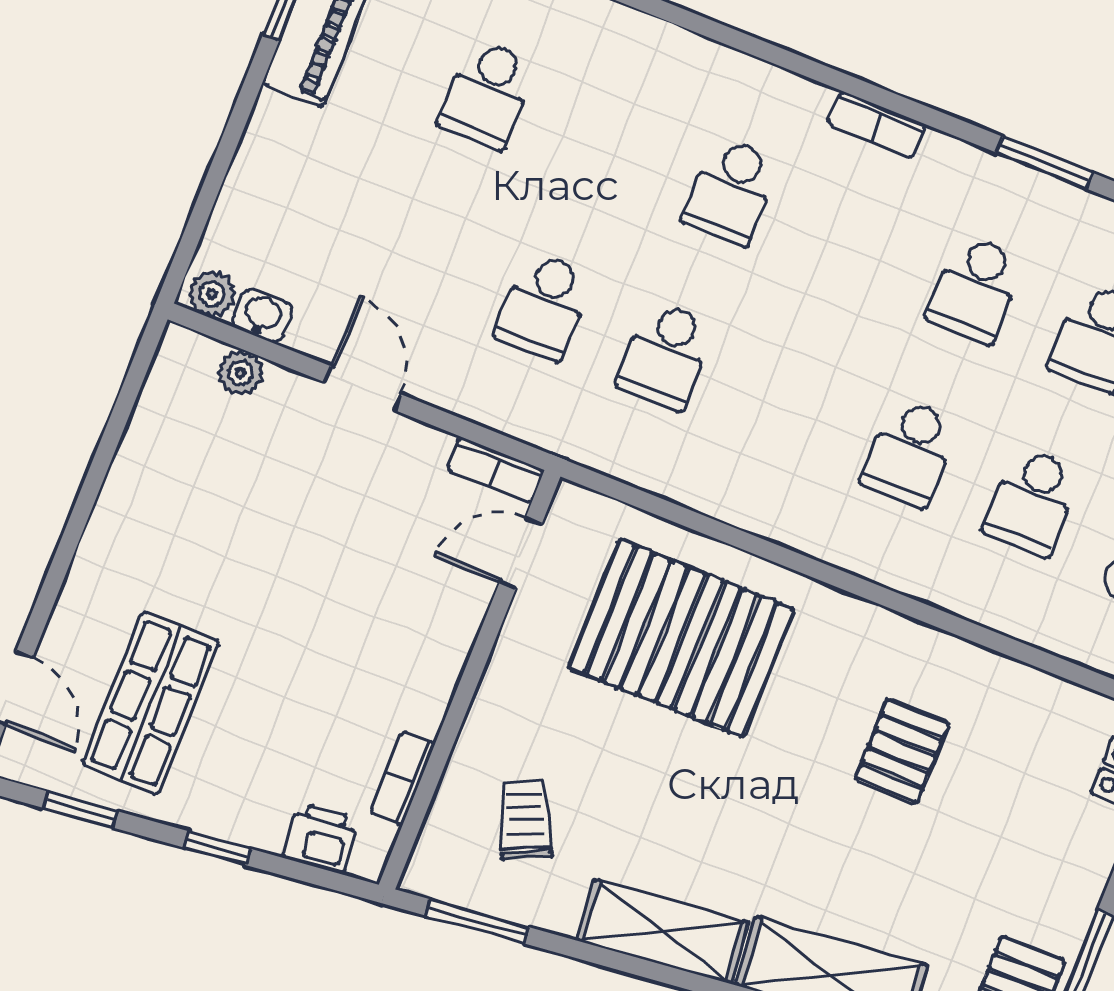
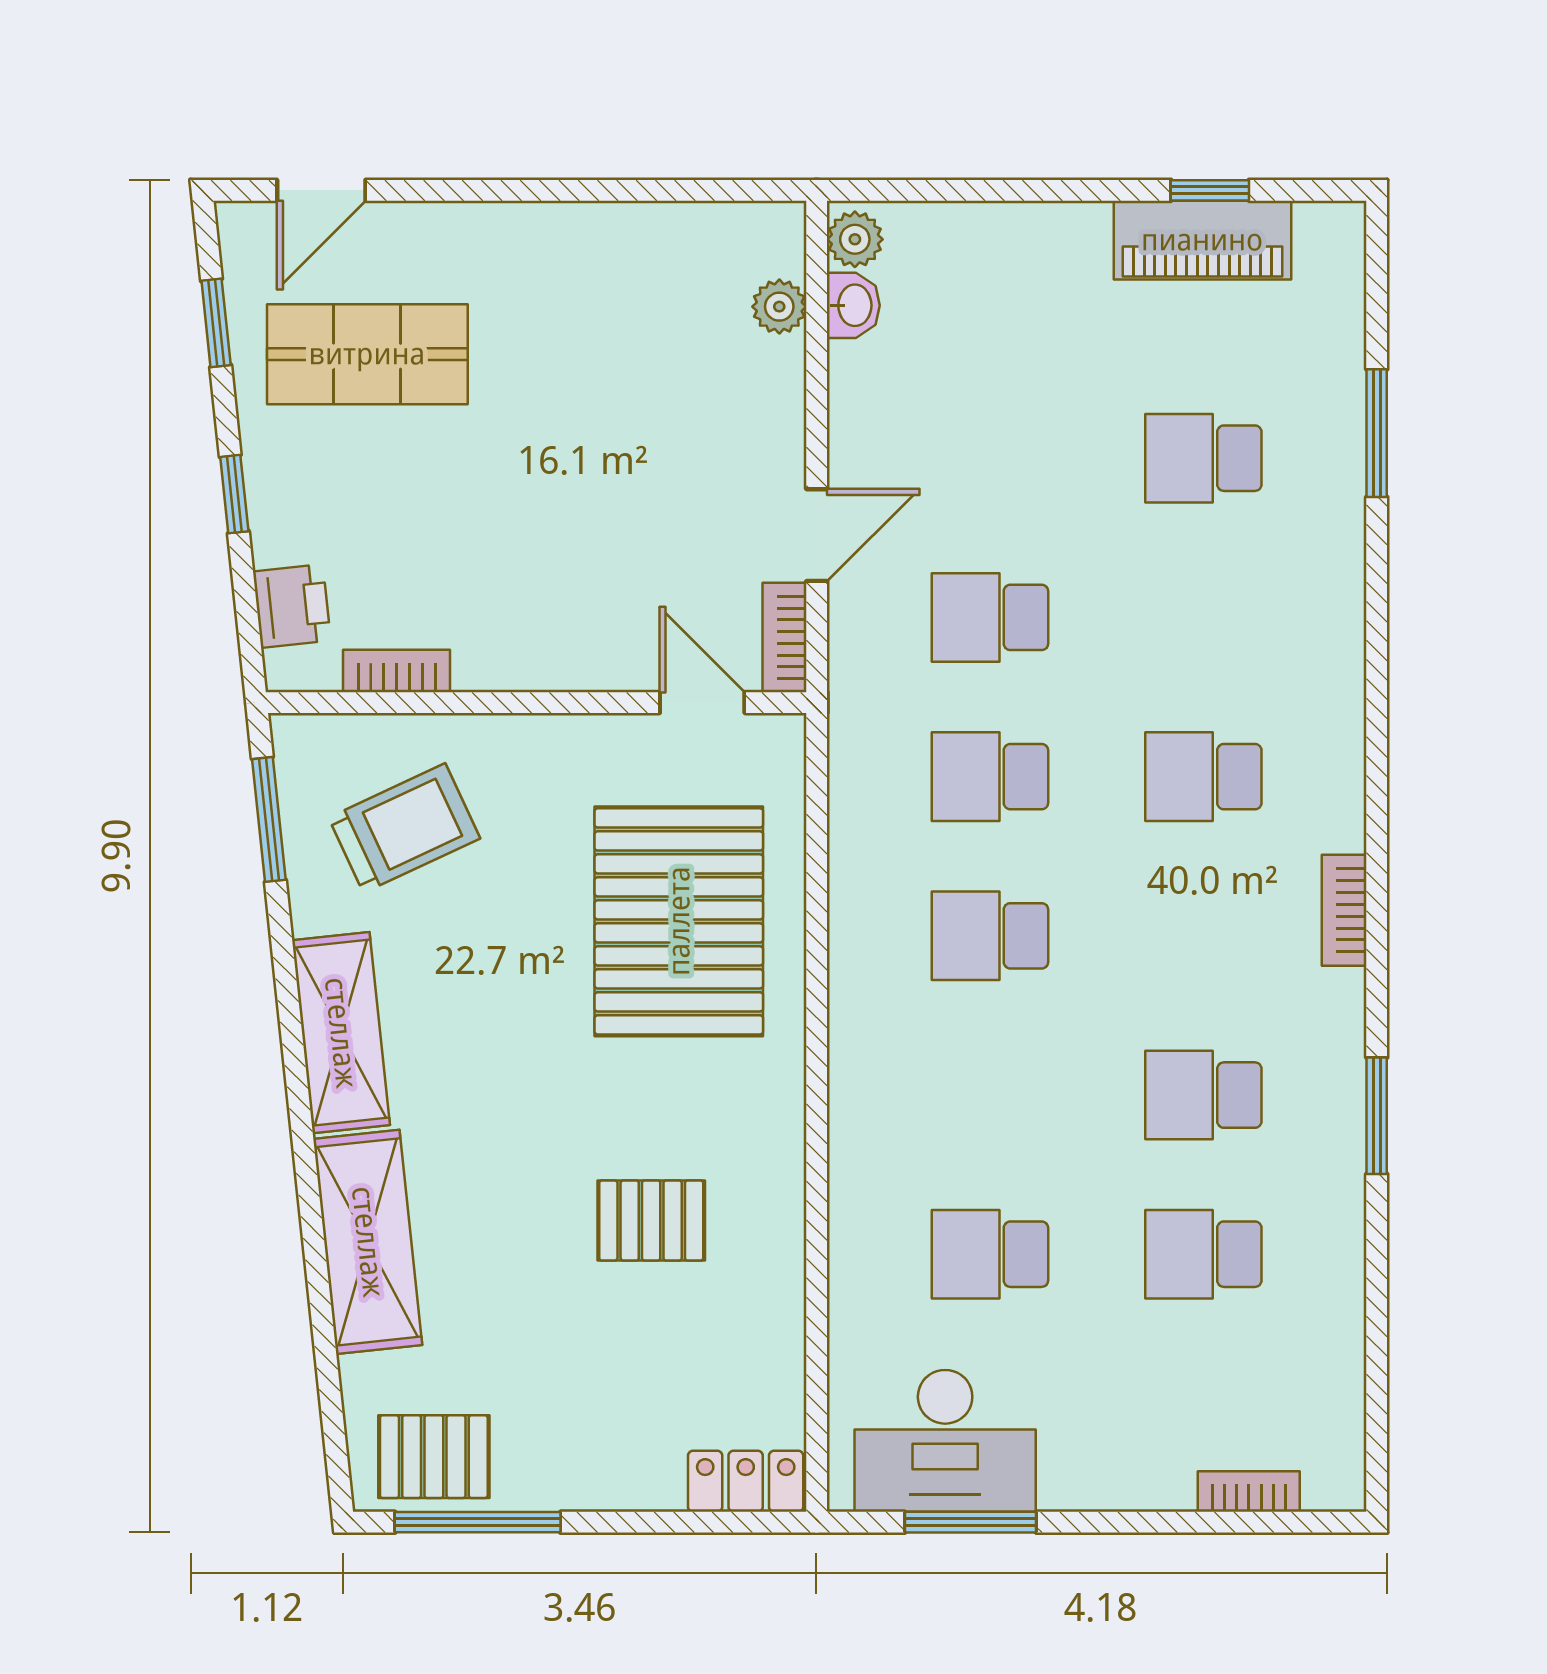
door: (363, 388) -> (817, 535), moved
school desk: (910, 453) -> (990, 936), moved
trolley: (525, 820) -> (404, 828), width x1.36, depth x1.39

